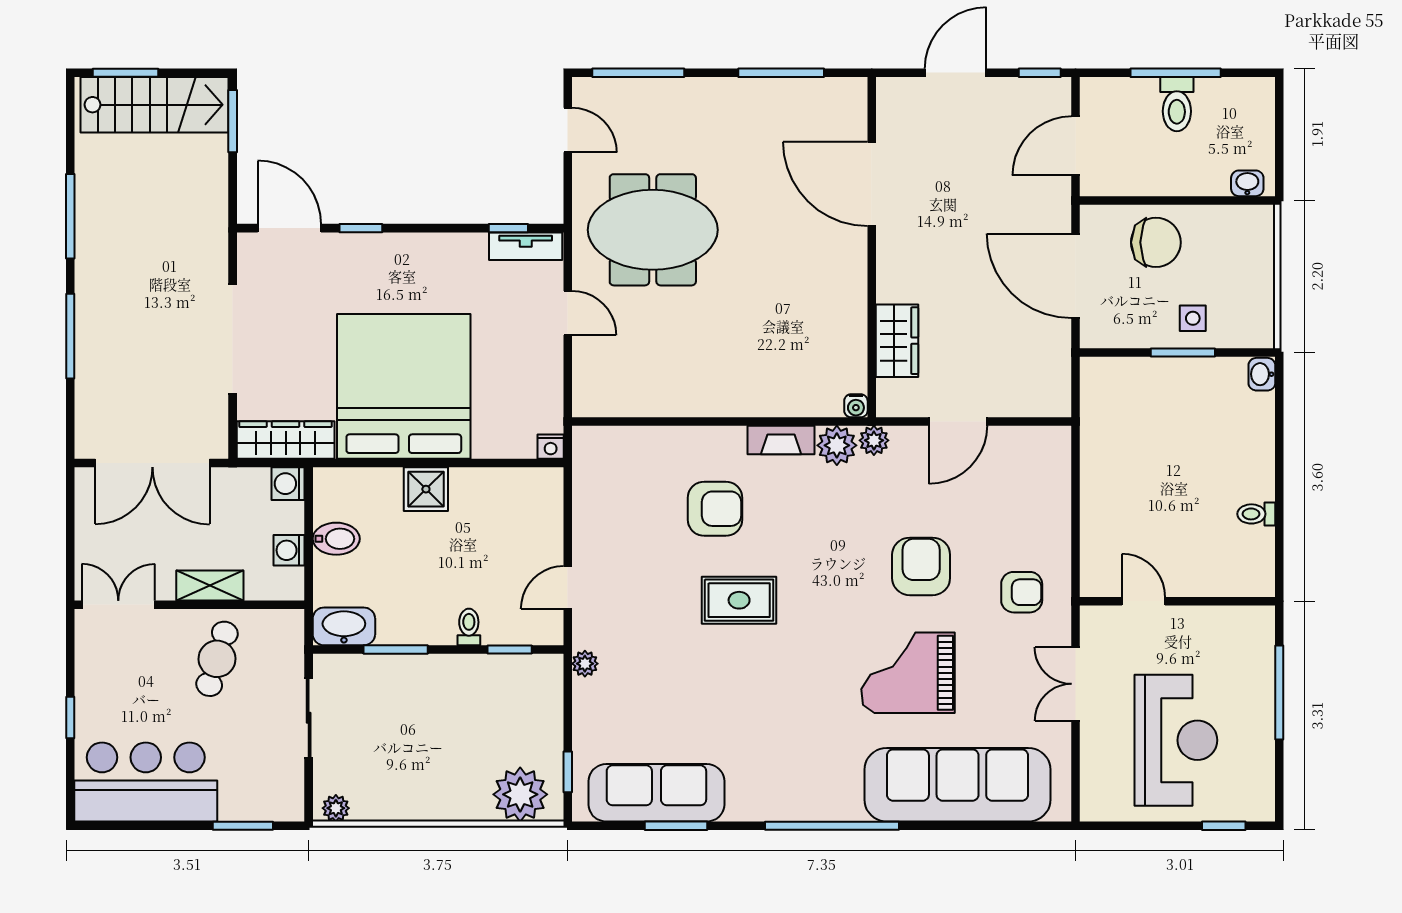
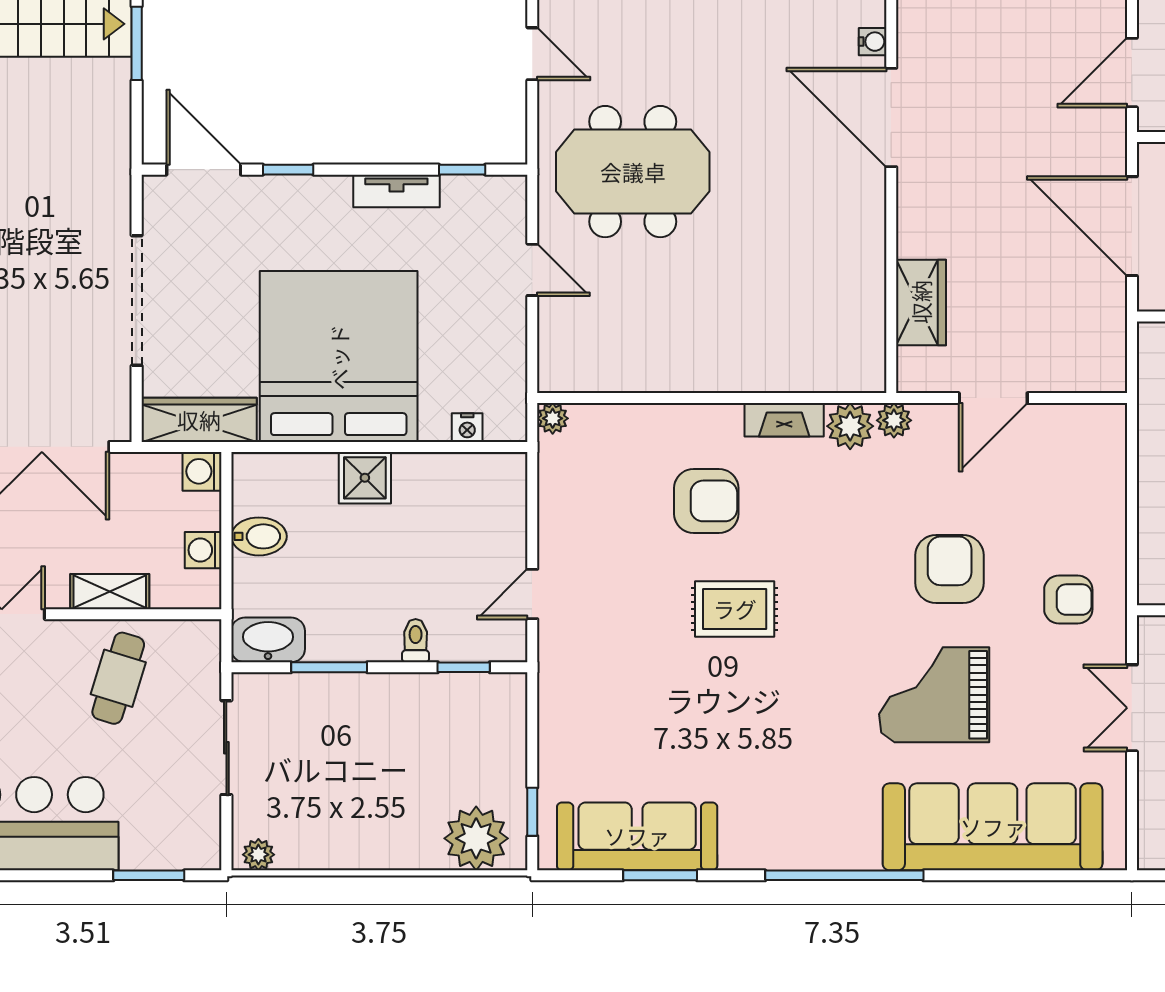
tv unit: (526, 246) -> (396, 191), moved
water cooler: (856, 406) -> (873, 42), moved, turned -90
nightstand: (551, 447) -> (467, 428), moved
plant: (585, 664) -> (553, 418), moved

